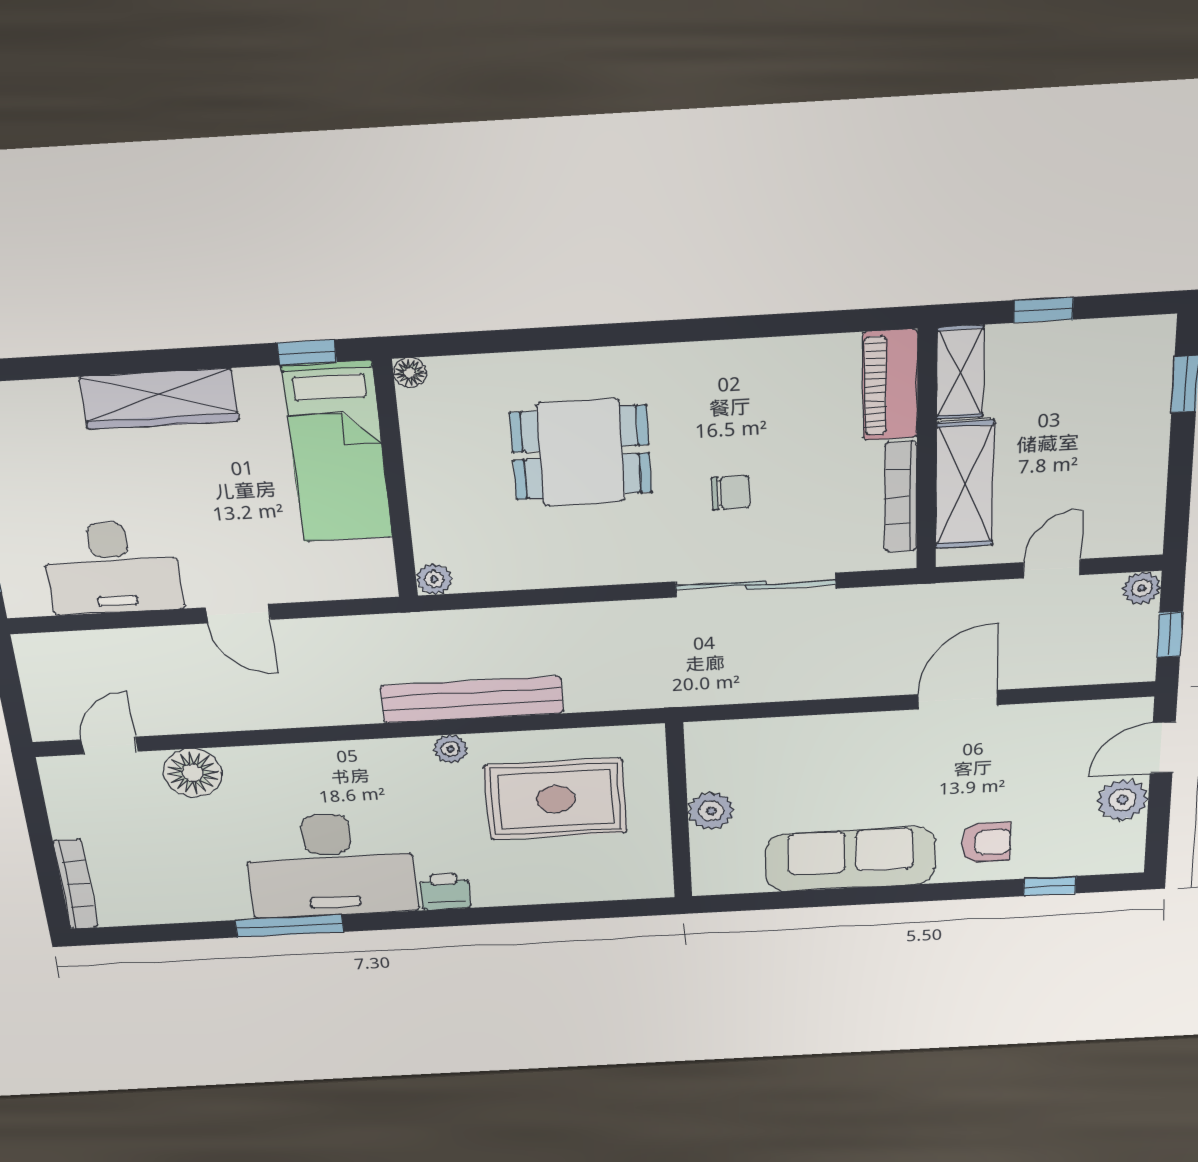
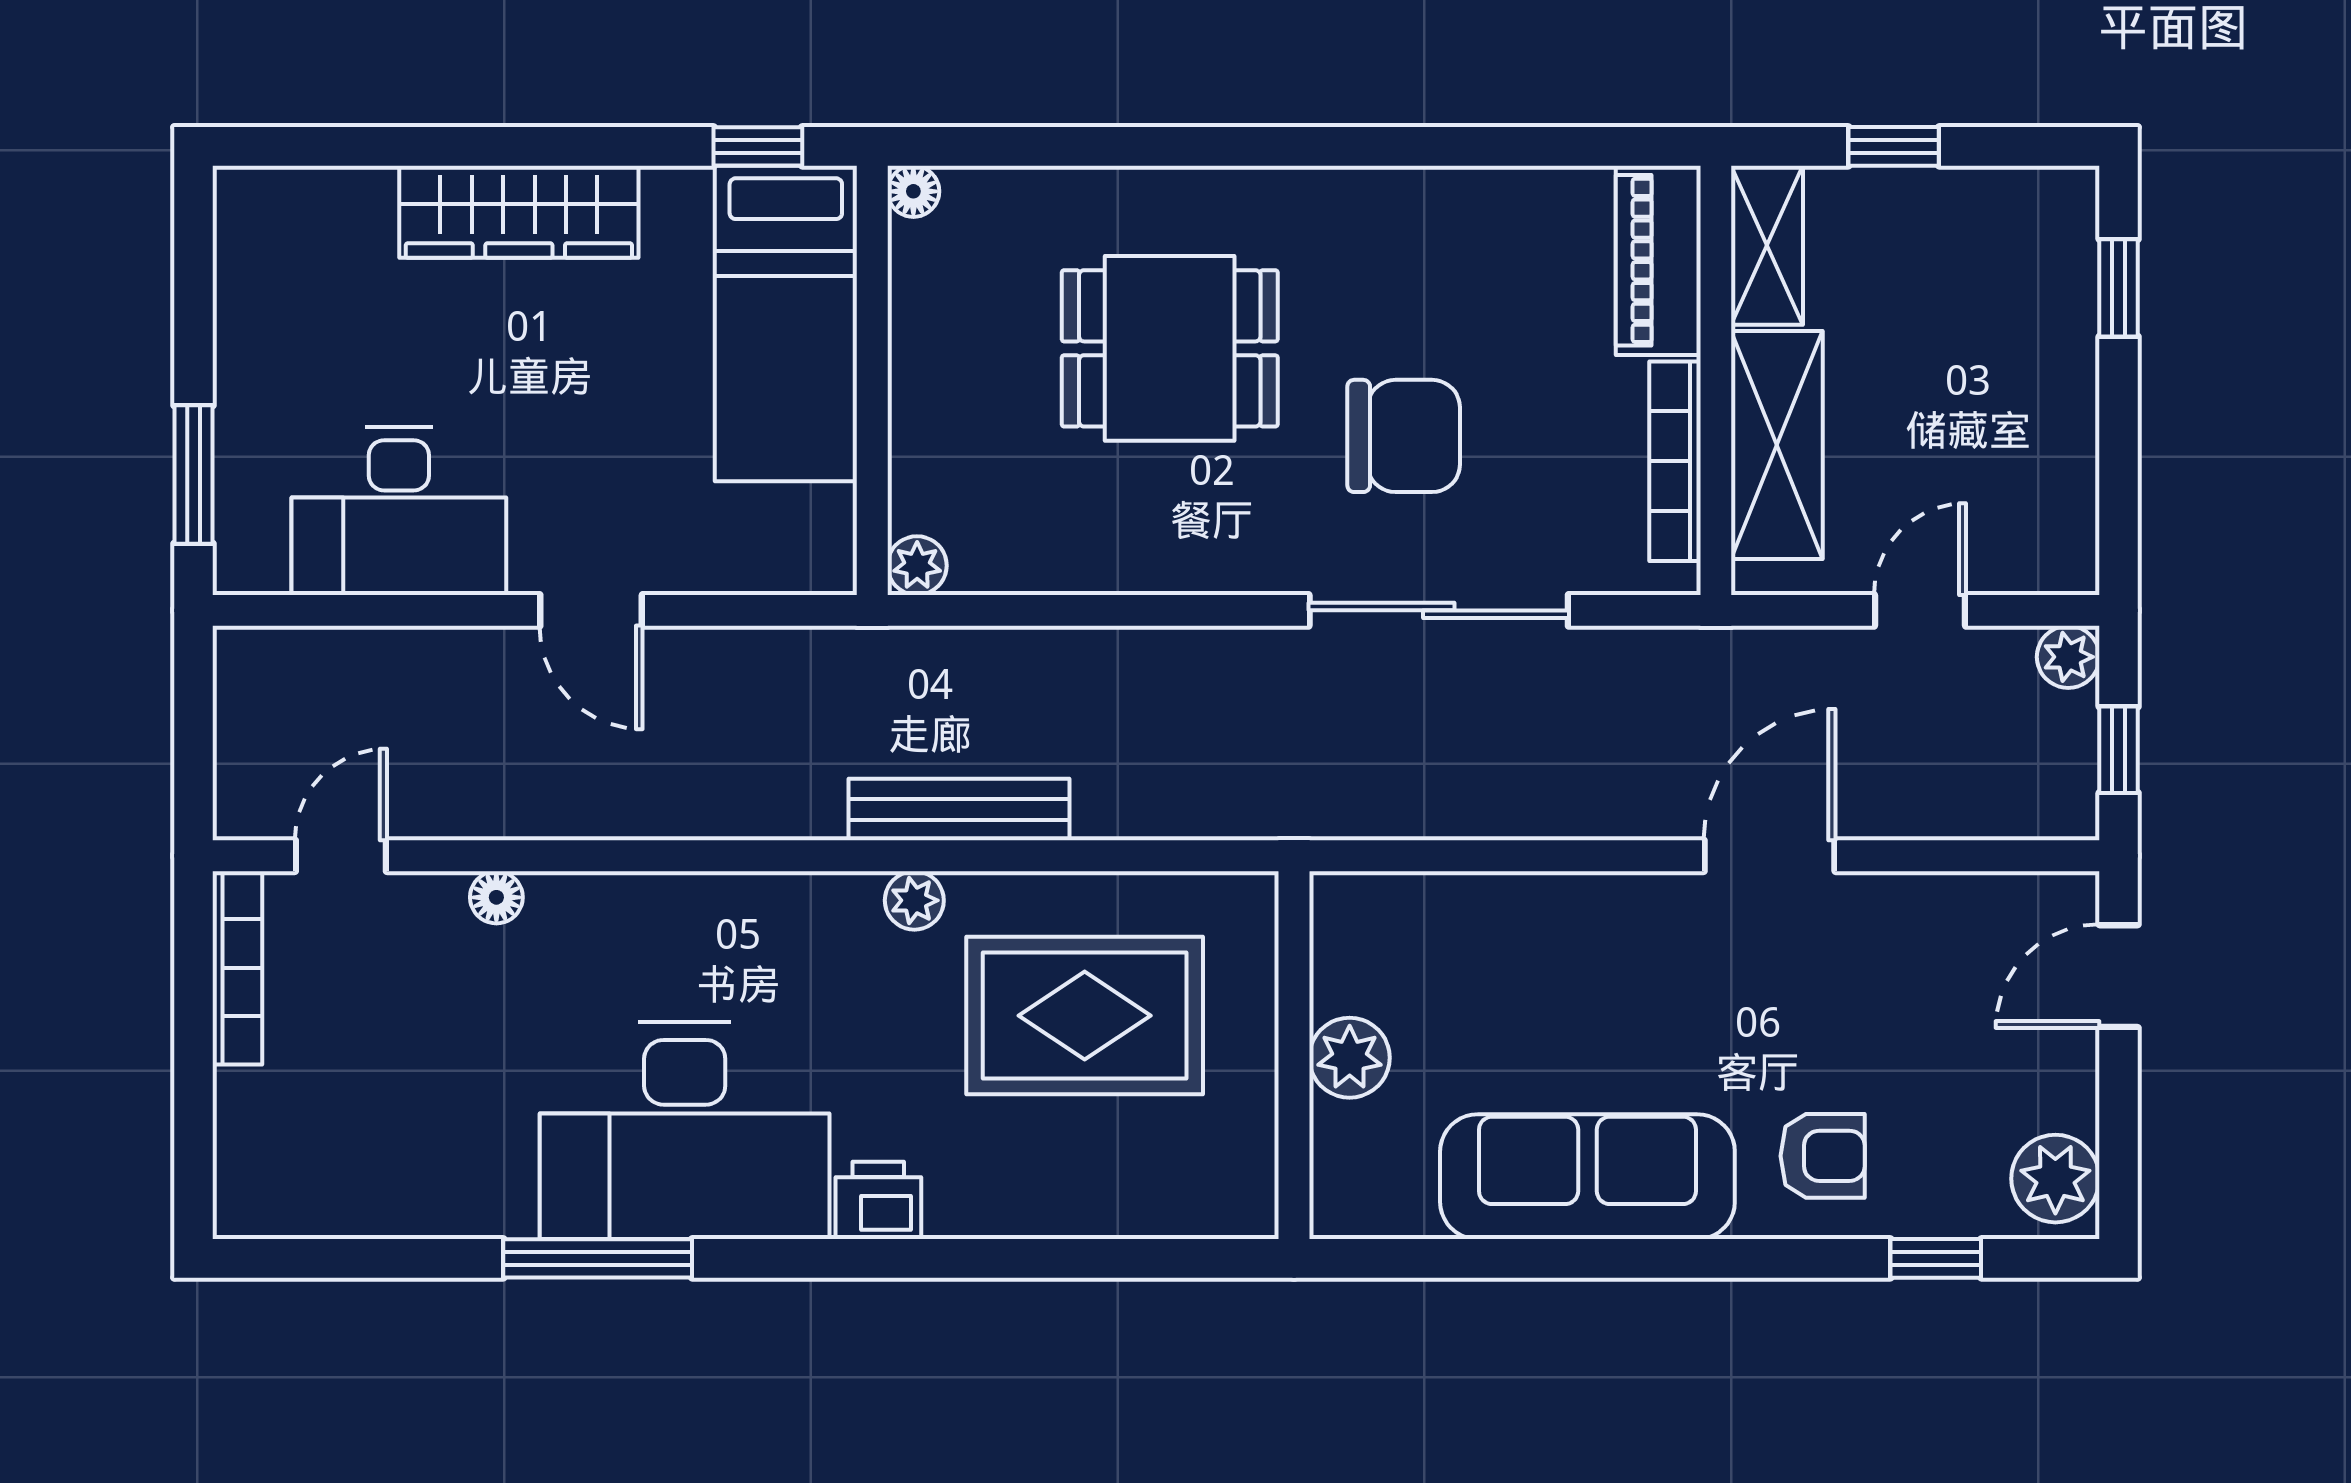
chair: (731, 493) -> (1404, 436), width x1.87, depth x1.87
bench: (472, 700) -> (959, 810), width x0.73, depth x0.82
floor lamp: (193, 773) -> (496, 897), width x0.53, depth x0.53
plant: (1123, 800) -> (2055, 1179), moved
bookcase: (76, 884) -> (237, 968), moved

